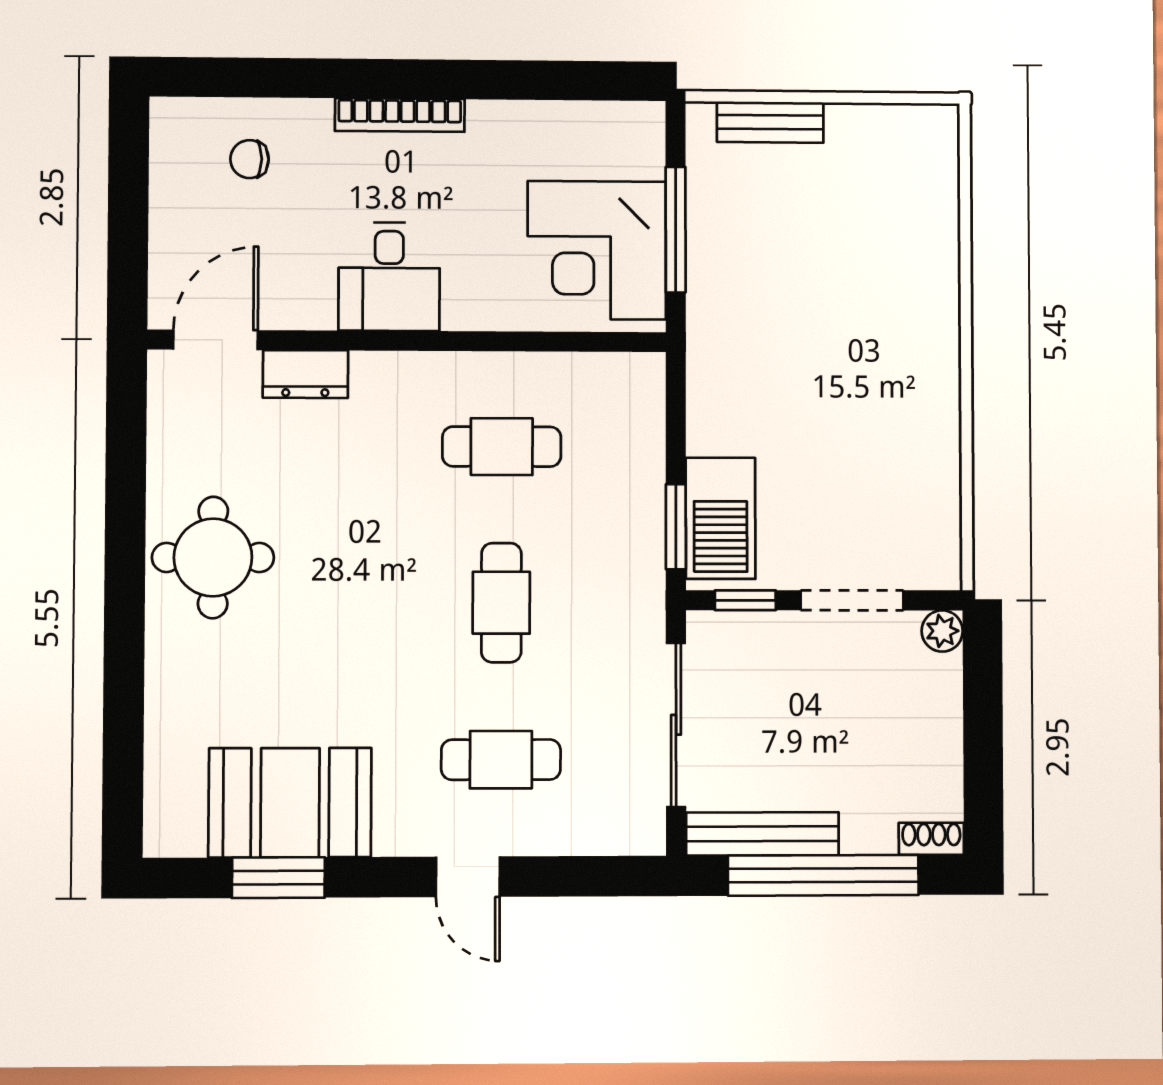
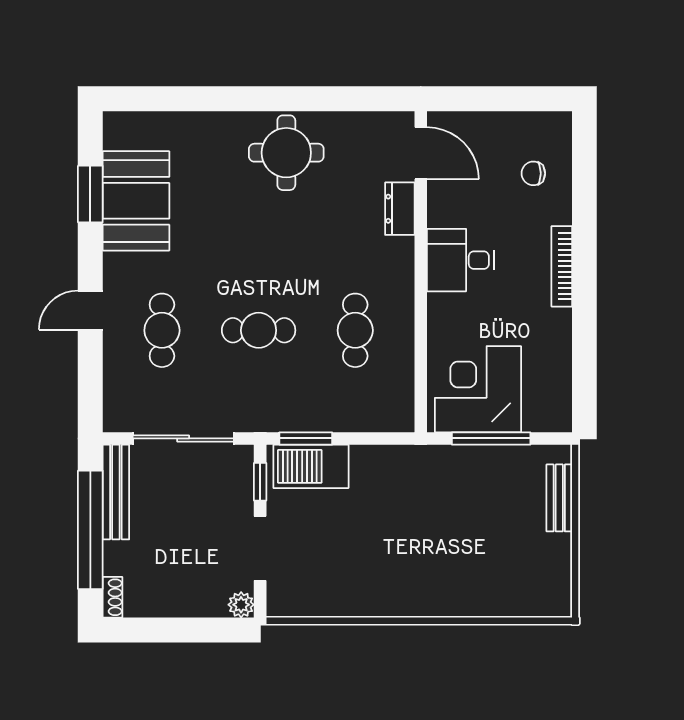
chair: (250, 159) -> (533, 173), turned -90

